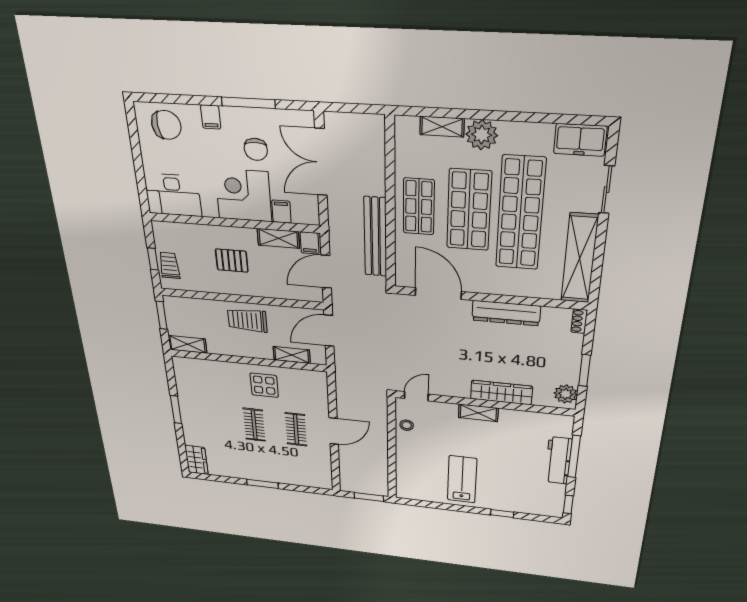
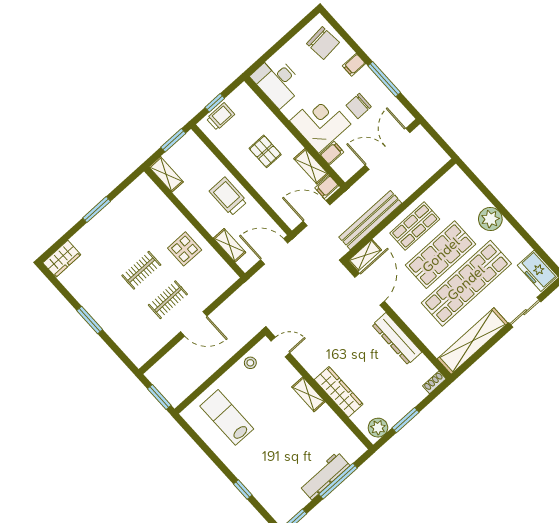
shelving: (442, 127) -> (365, 255), moved, turned 90
lab bench: (462, 479) -> (227, 417), moved, turned -90

